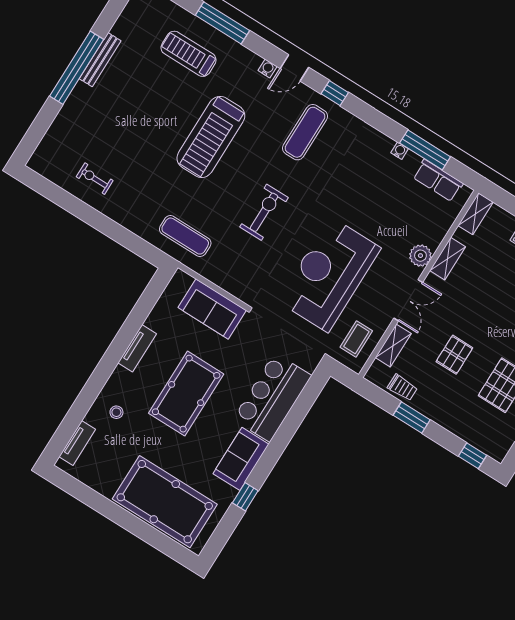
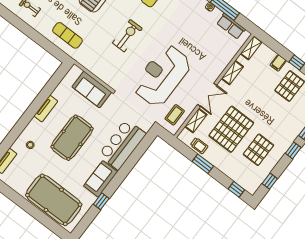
exercise mat: (185, 236) -> (67, 35), moved
plant: (420, 256) -> (217, 69), removed
pallet: (454, 355) -> (231, 129), width x2.05, depth x2.00

